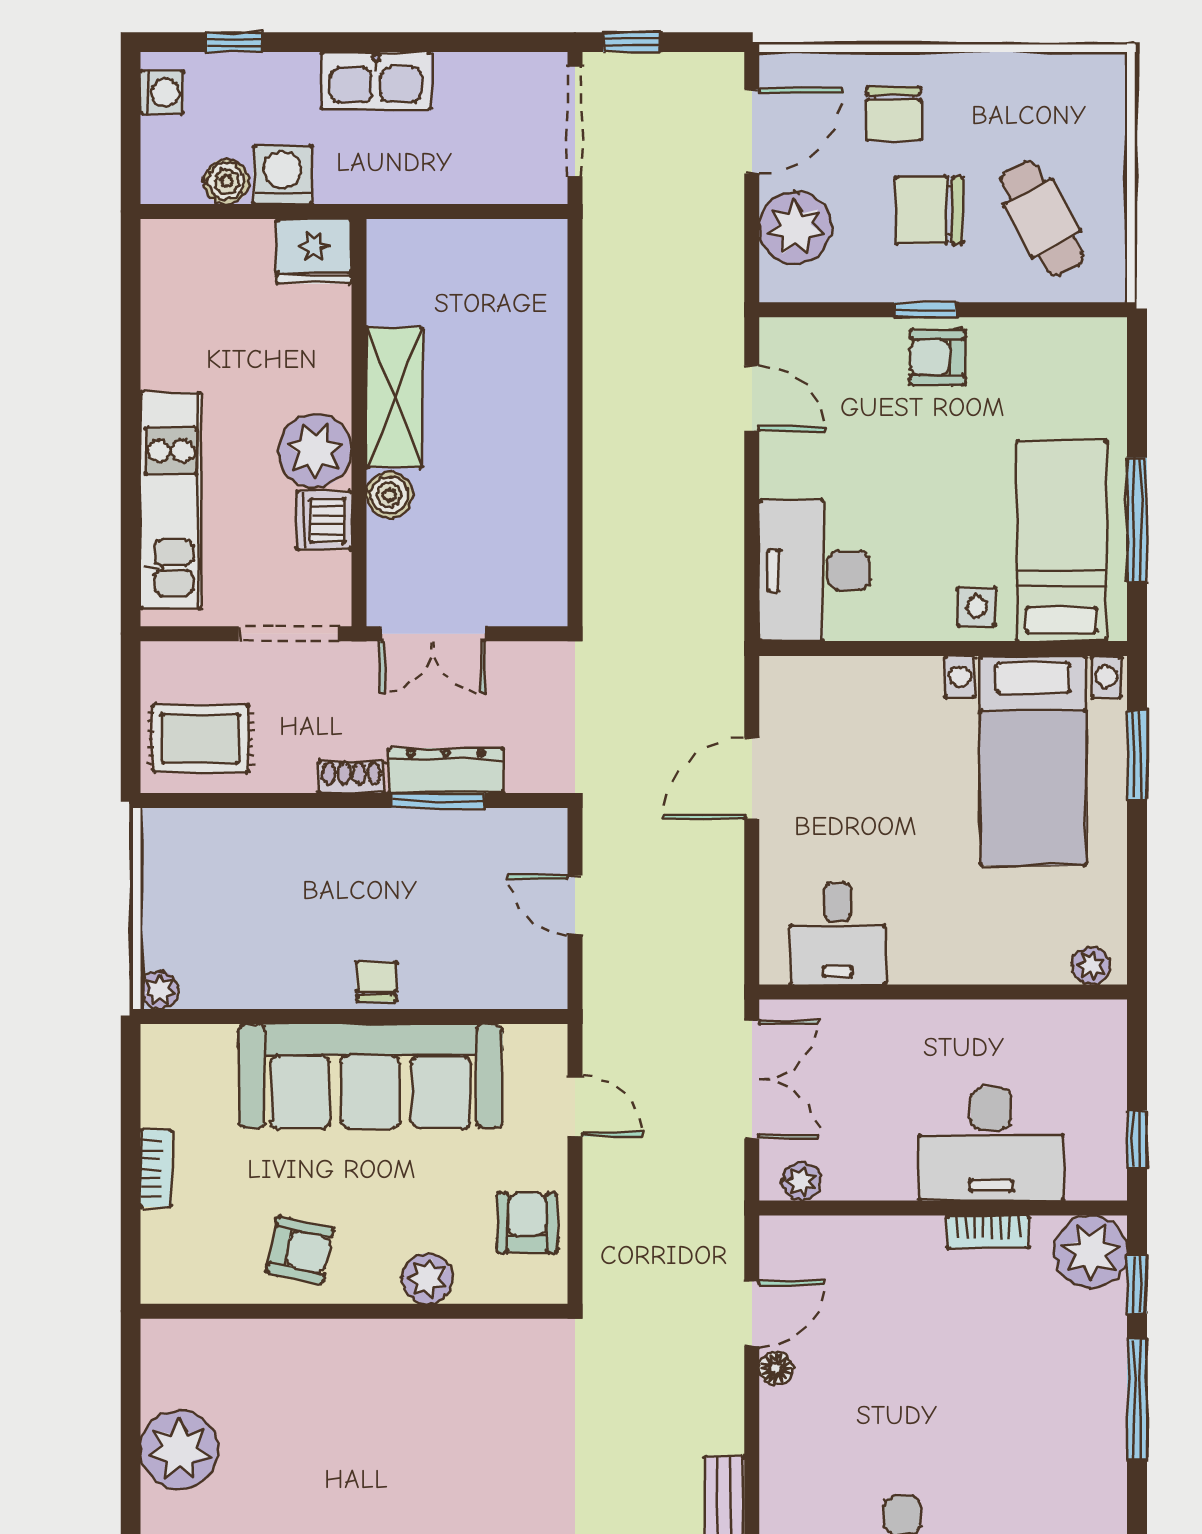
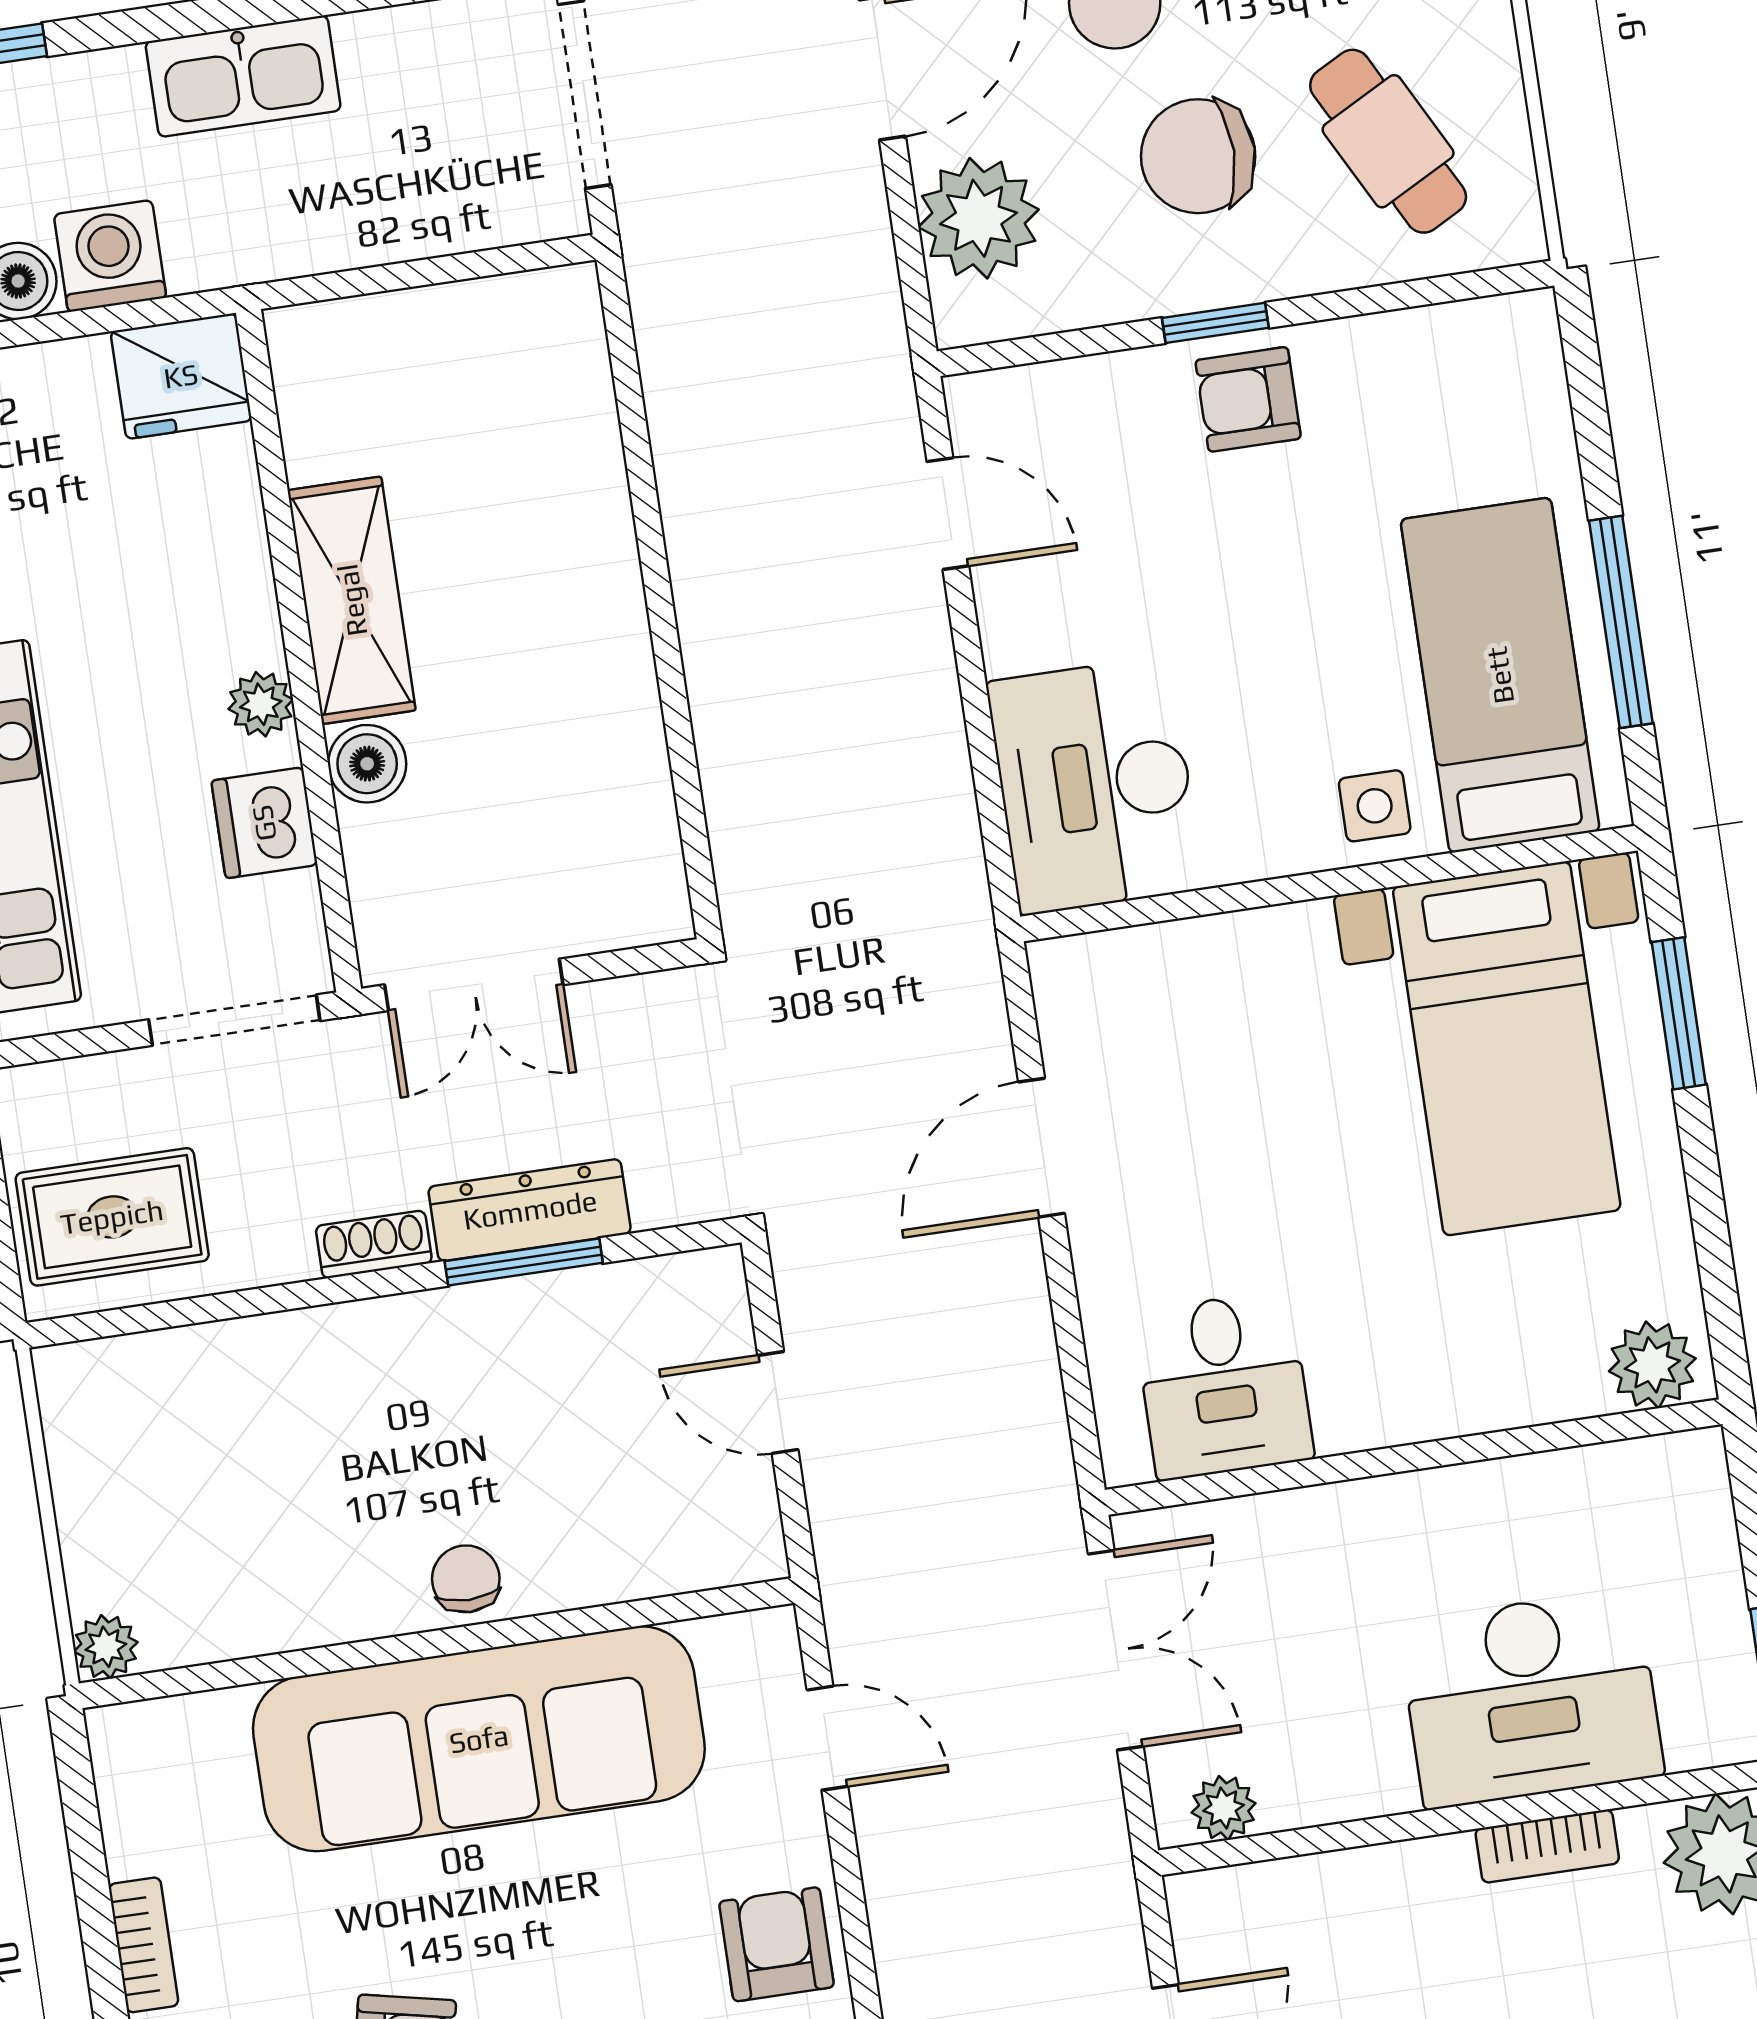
plant: (315, 451) -> (261, 704), width x0.53, depth x0.53
plant: (1091, 966) -> (1652, 1365), width x1.38, depth x1.38

